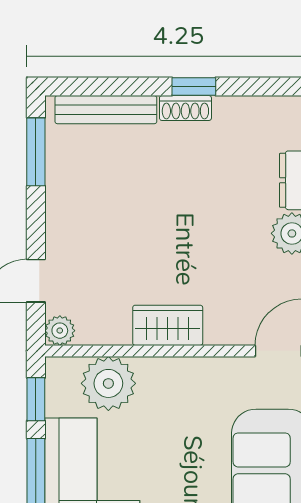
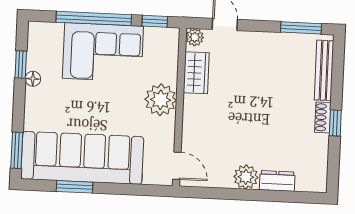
wardrobe: (168, 325) -> (196, 73), moved
plant: (108, 383) -> (161, 100), moved

